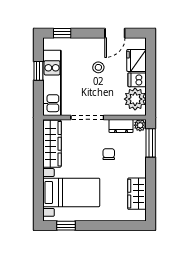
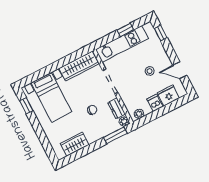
plant: (135, 99) -> (139, 114), width x0.53, depth x0.53

